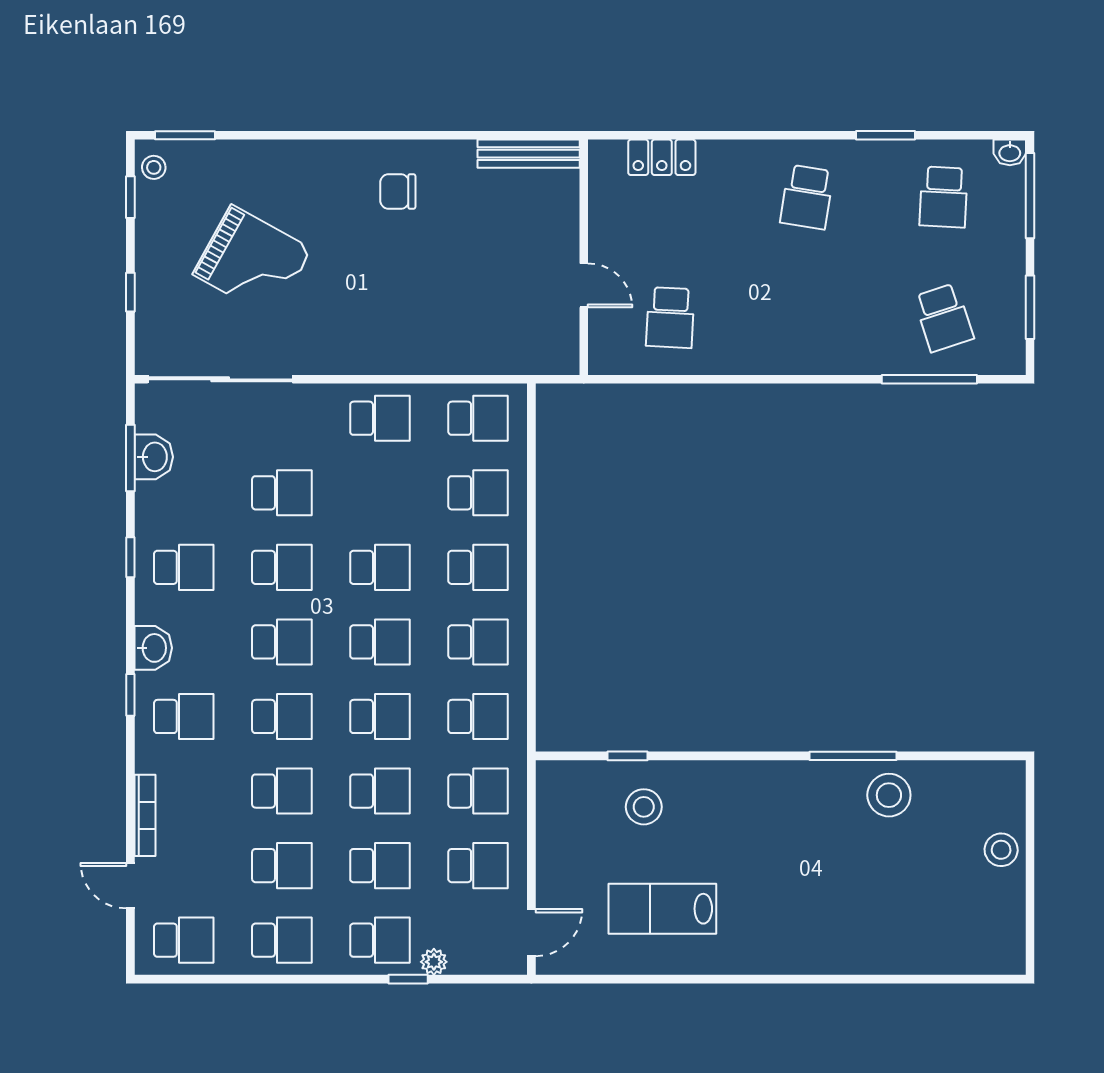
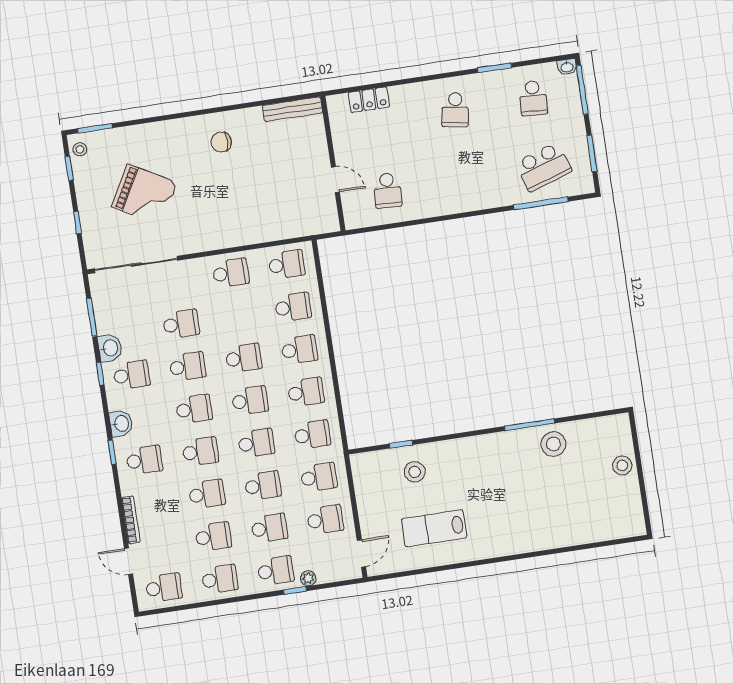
school desk: (944, 318) -> (543, 167), width x1.85
washbasin: (154, 457) -> (110, 348), moved

